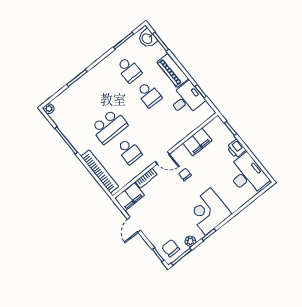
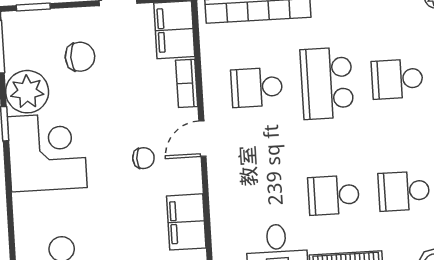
school desk: (89, 101) -> (397, 79), added
plant: (190, 241) -> (27, 92), width x1.88, depth x1.88
chair: (171, 248) -> (80, 57), moved

